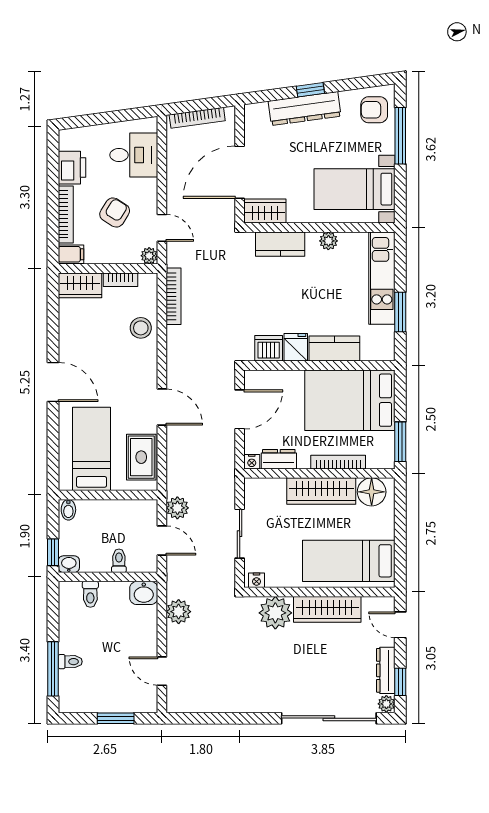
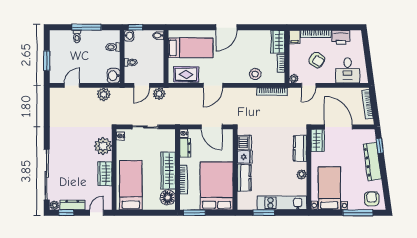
window: (310, 90) -> (380, 146), moved
wardrobe: (327, 609) -> (105, 174), width x0.67
window: (53, 669) -> (87, 27), moved

